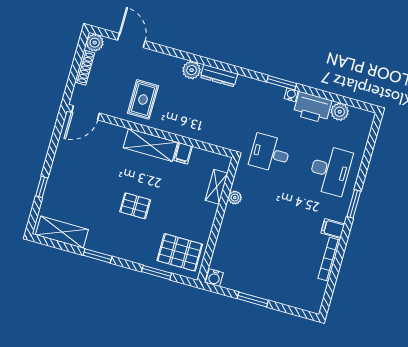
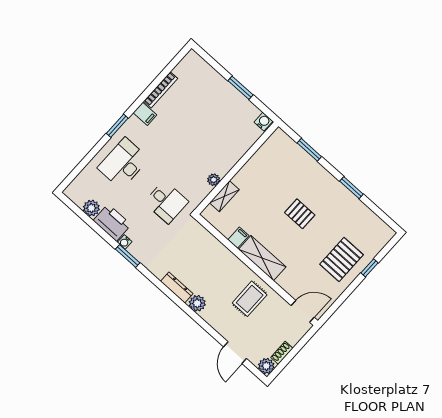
shoe rack: (85, 68) -> (282, 353), width x0.70
shelving: (62, 232) -> (371, 222), removed
pallet: (180, 252) -> (342, 259), moved, turned 90

